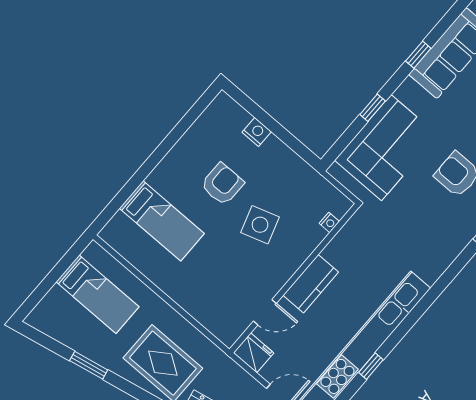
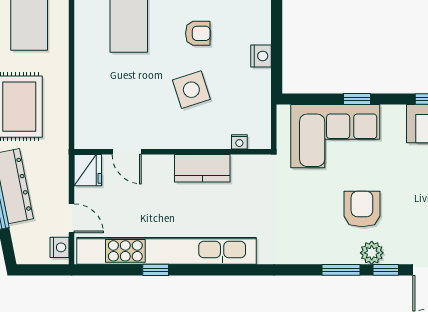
nightstand: (257, 132) -> (261, 56), moved
armchair: (222, 184) -> (198, 33), width x0.72, depth x0.72
kitchen counter: (311, 284) -> (202, 168), moved

